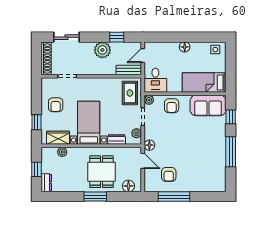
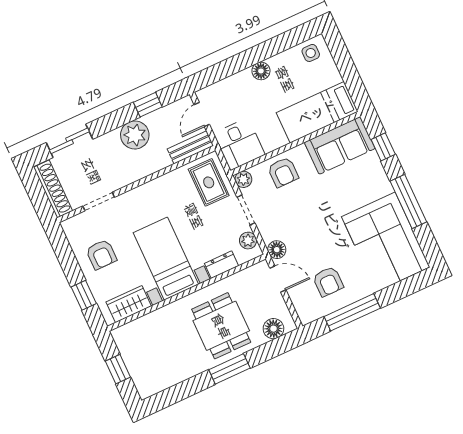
plant: (62, 152) -> (146, 323), removed
corner sofa: (209, 168) -> (386, 242), added
dresser: (46, 183) -> (143, 383), removed

